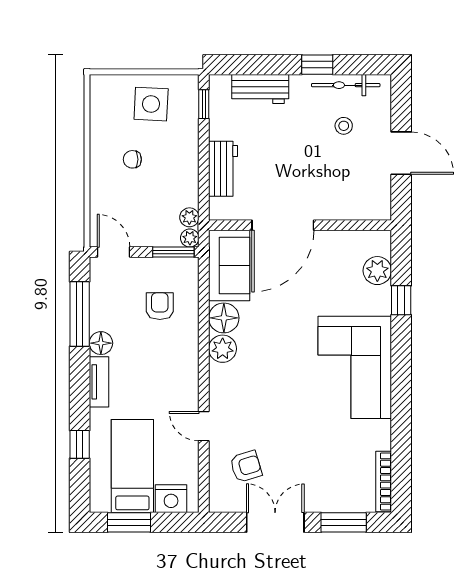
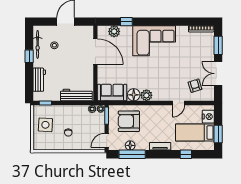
workbench: (223, 169) -> (76, 95), width x1.38
door: (283, 225) -> (95, 52), moved
armchair: (160, 306) -> (129, 121), width x1.88, depth x1.88
floor lamp: (101, 343) -> (130, 145), moved

